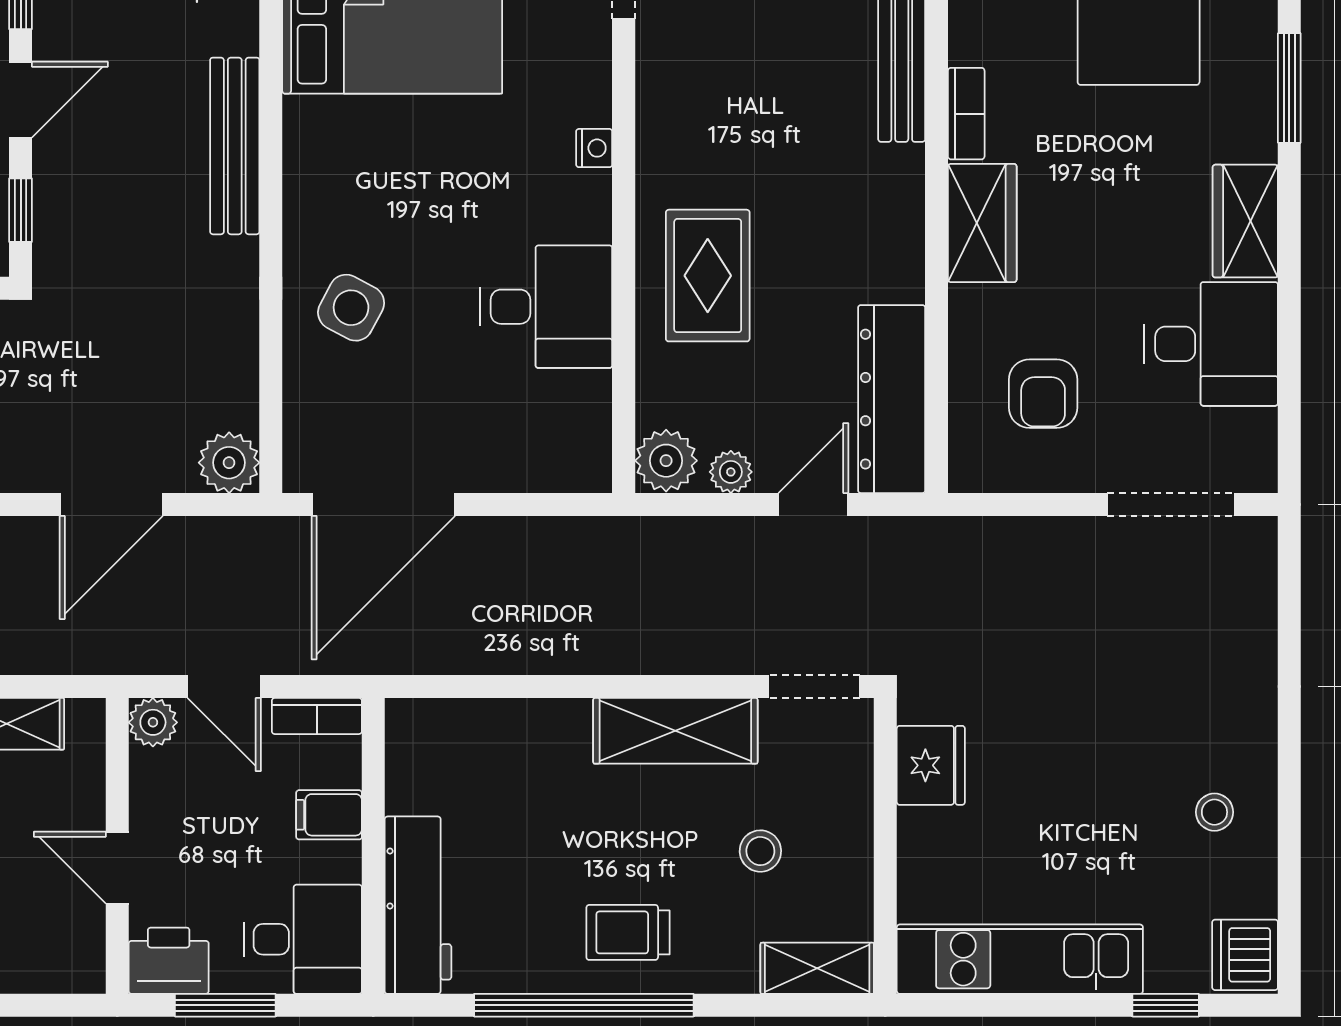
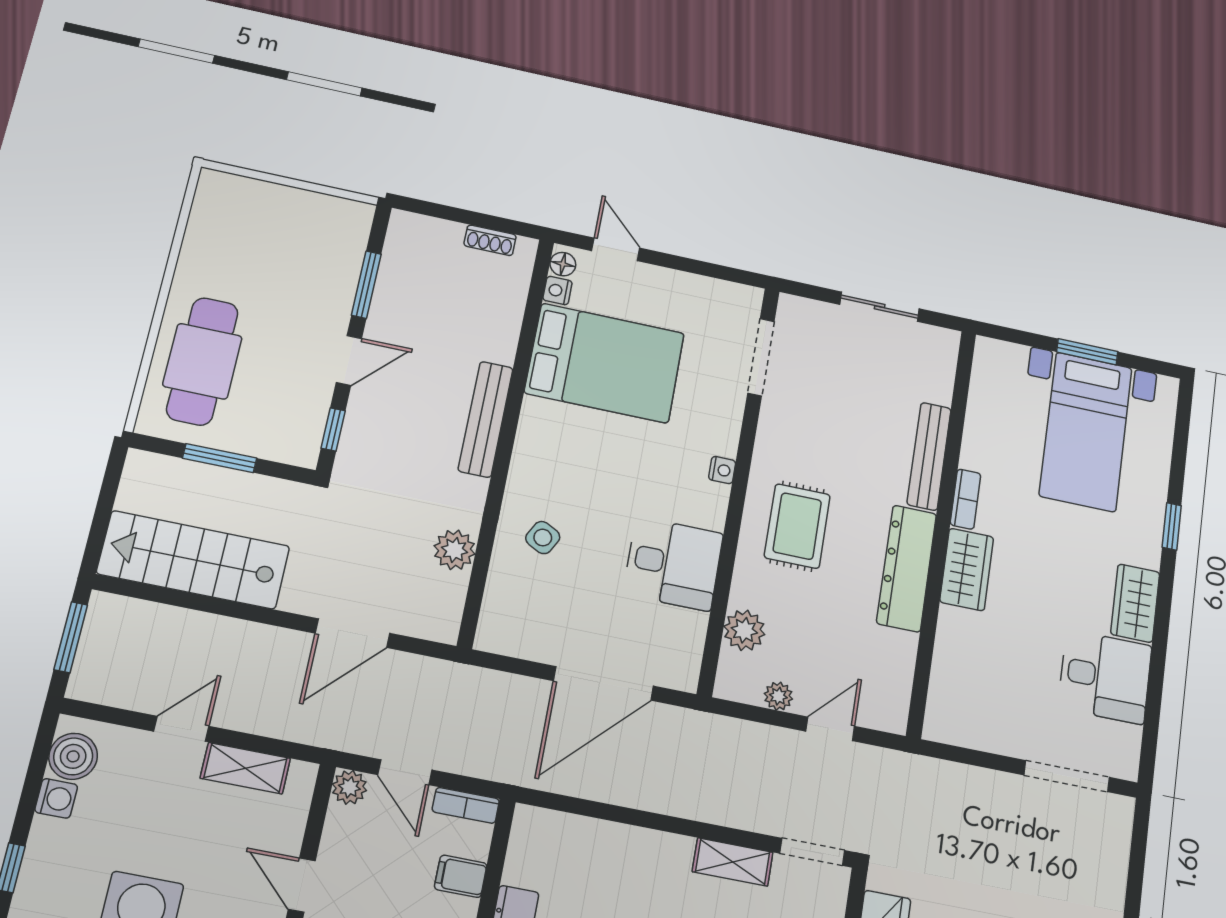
window: (1289, 88) -> (1172, 526), width x0.67
rug: (708, 276) -> (797, 526), moved
side table: (351, 308) -> (543, 538), width x0.73, depth x0.73
armchair: (1043, 394) -> (992, 687), removed
dresser: (892, 399) -> (907, 568), moved
plant: (666, 461) -> (744, 630), moved
plant: (229, 463) -> (455, 550), moved
door: (383, 505) -> (603, 683), moved
shelving: (675, 731) -> (733, 862), width x0.67, depth x0.75

